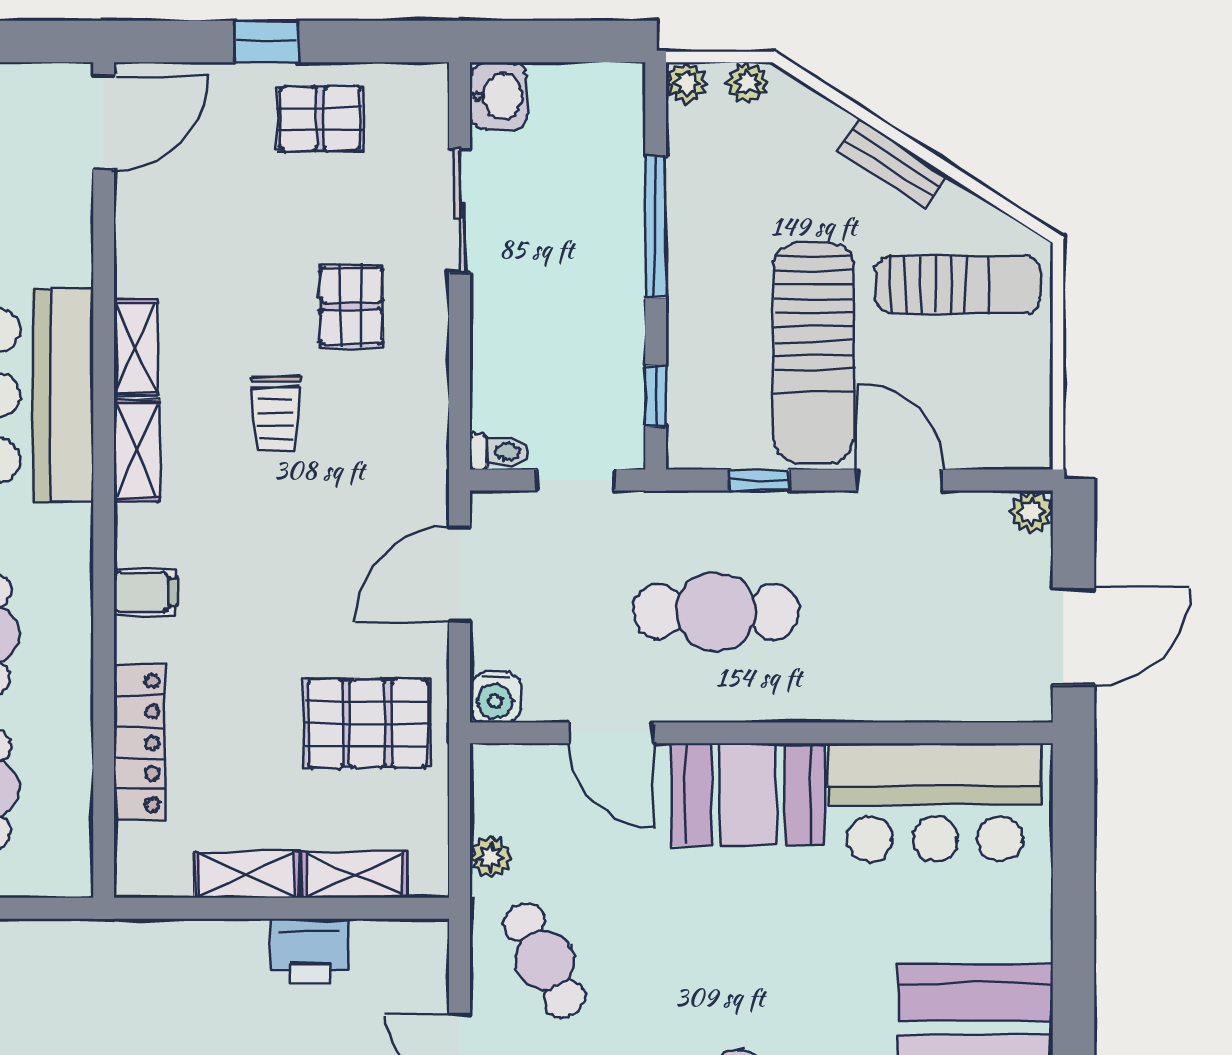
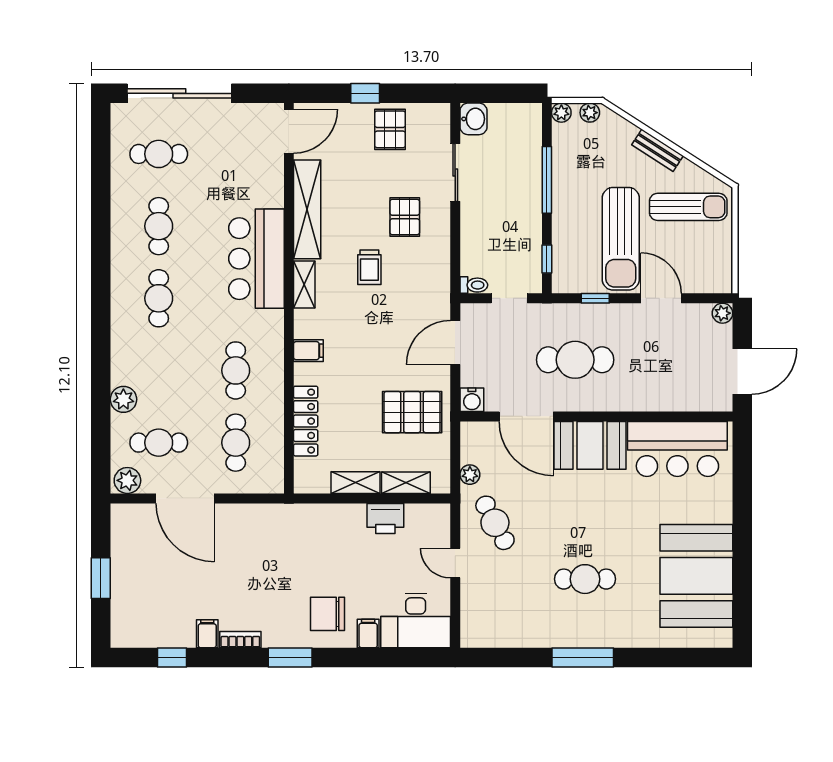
pallet: (320, 119) -> (390, 129), turned 90
shelving: (136, 348) -> (307, 209), width x2.20, depth x1.33
door: (611, 733) -> (526, 416), width x1.36

